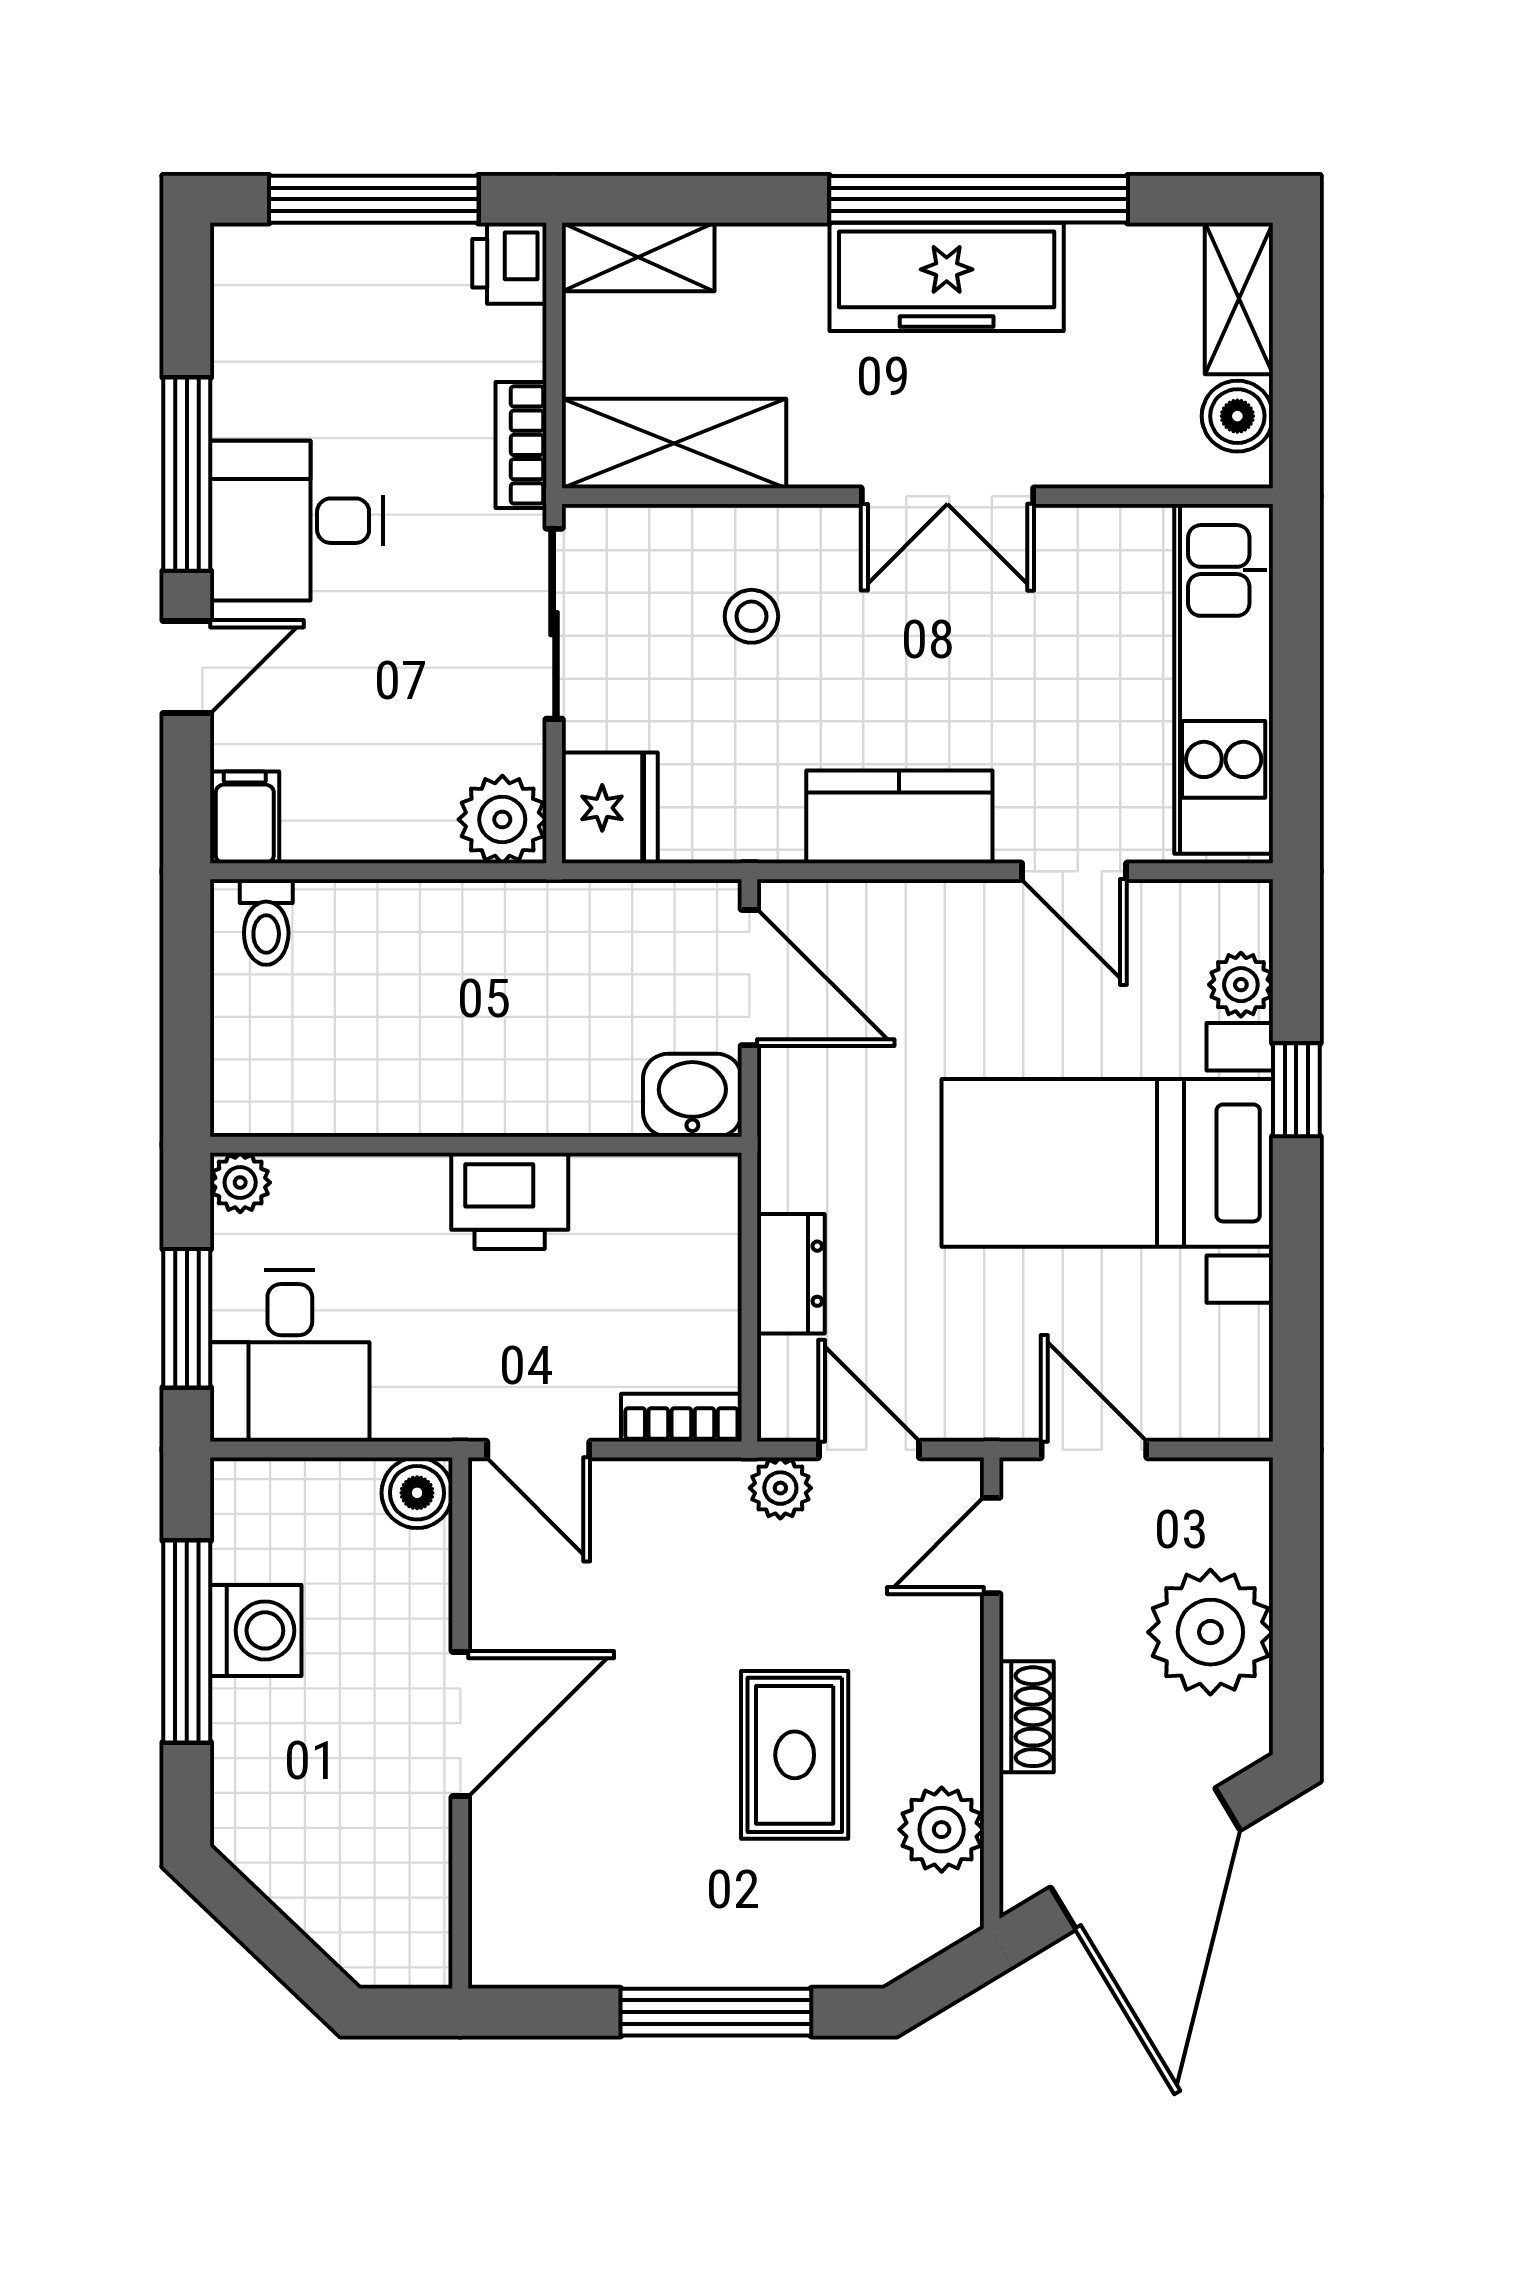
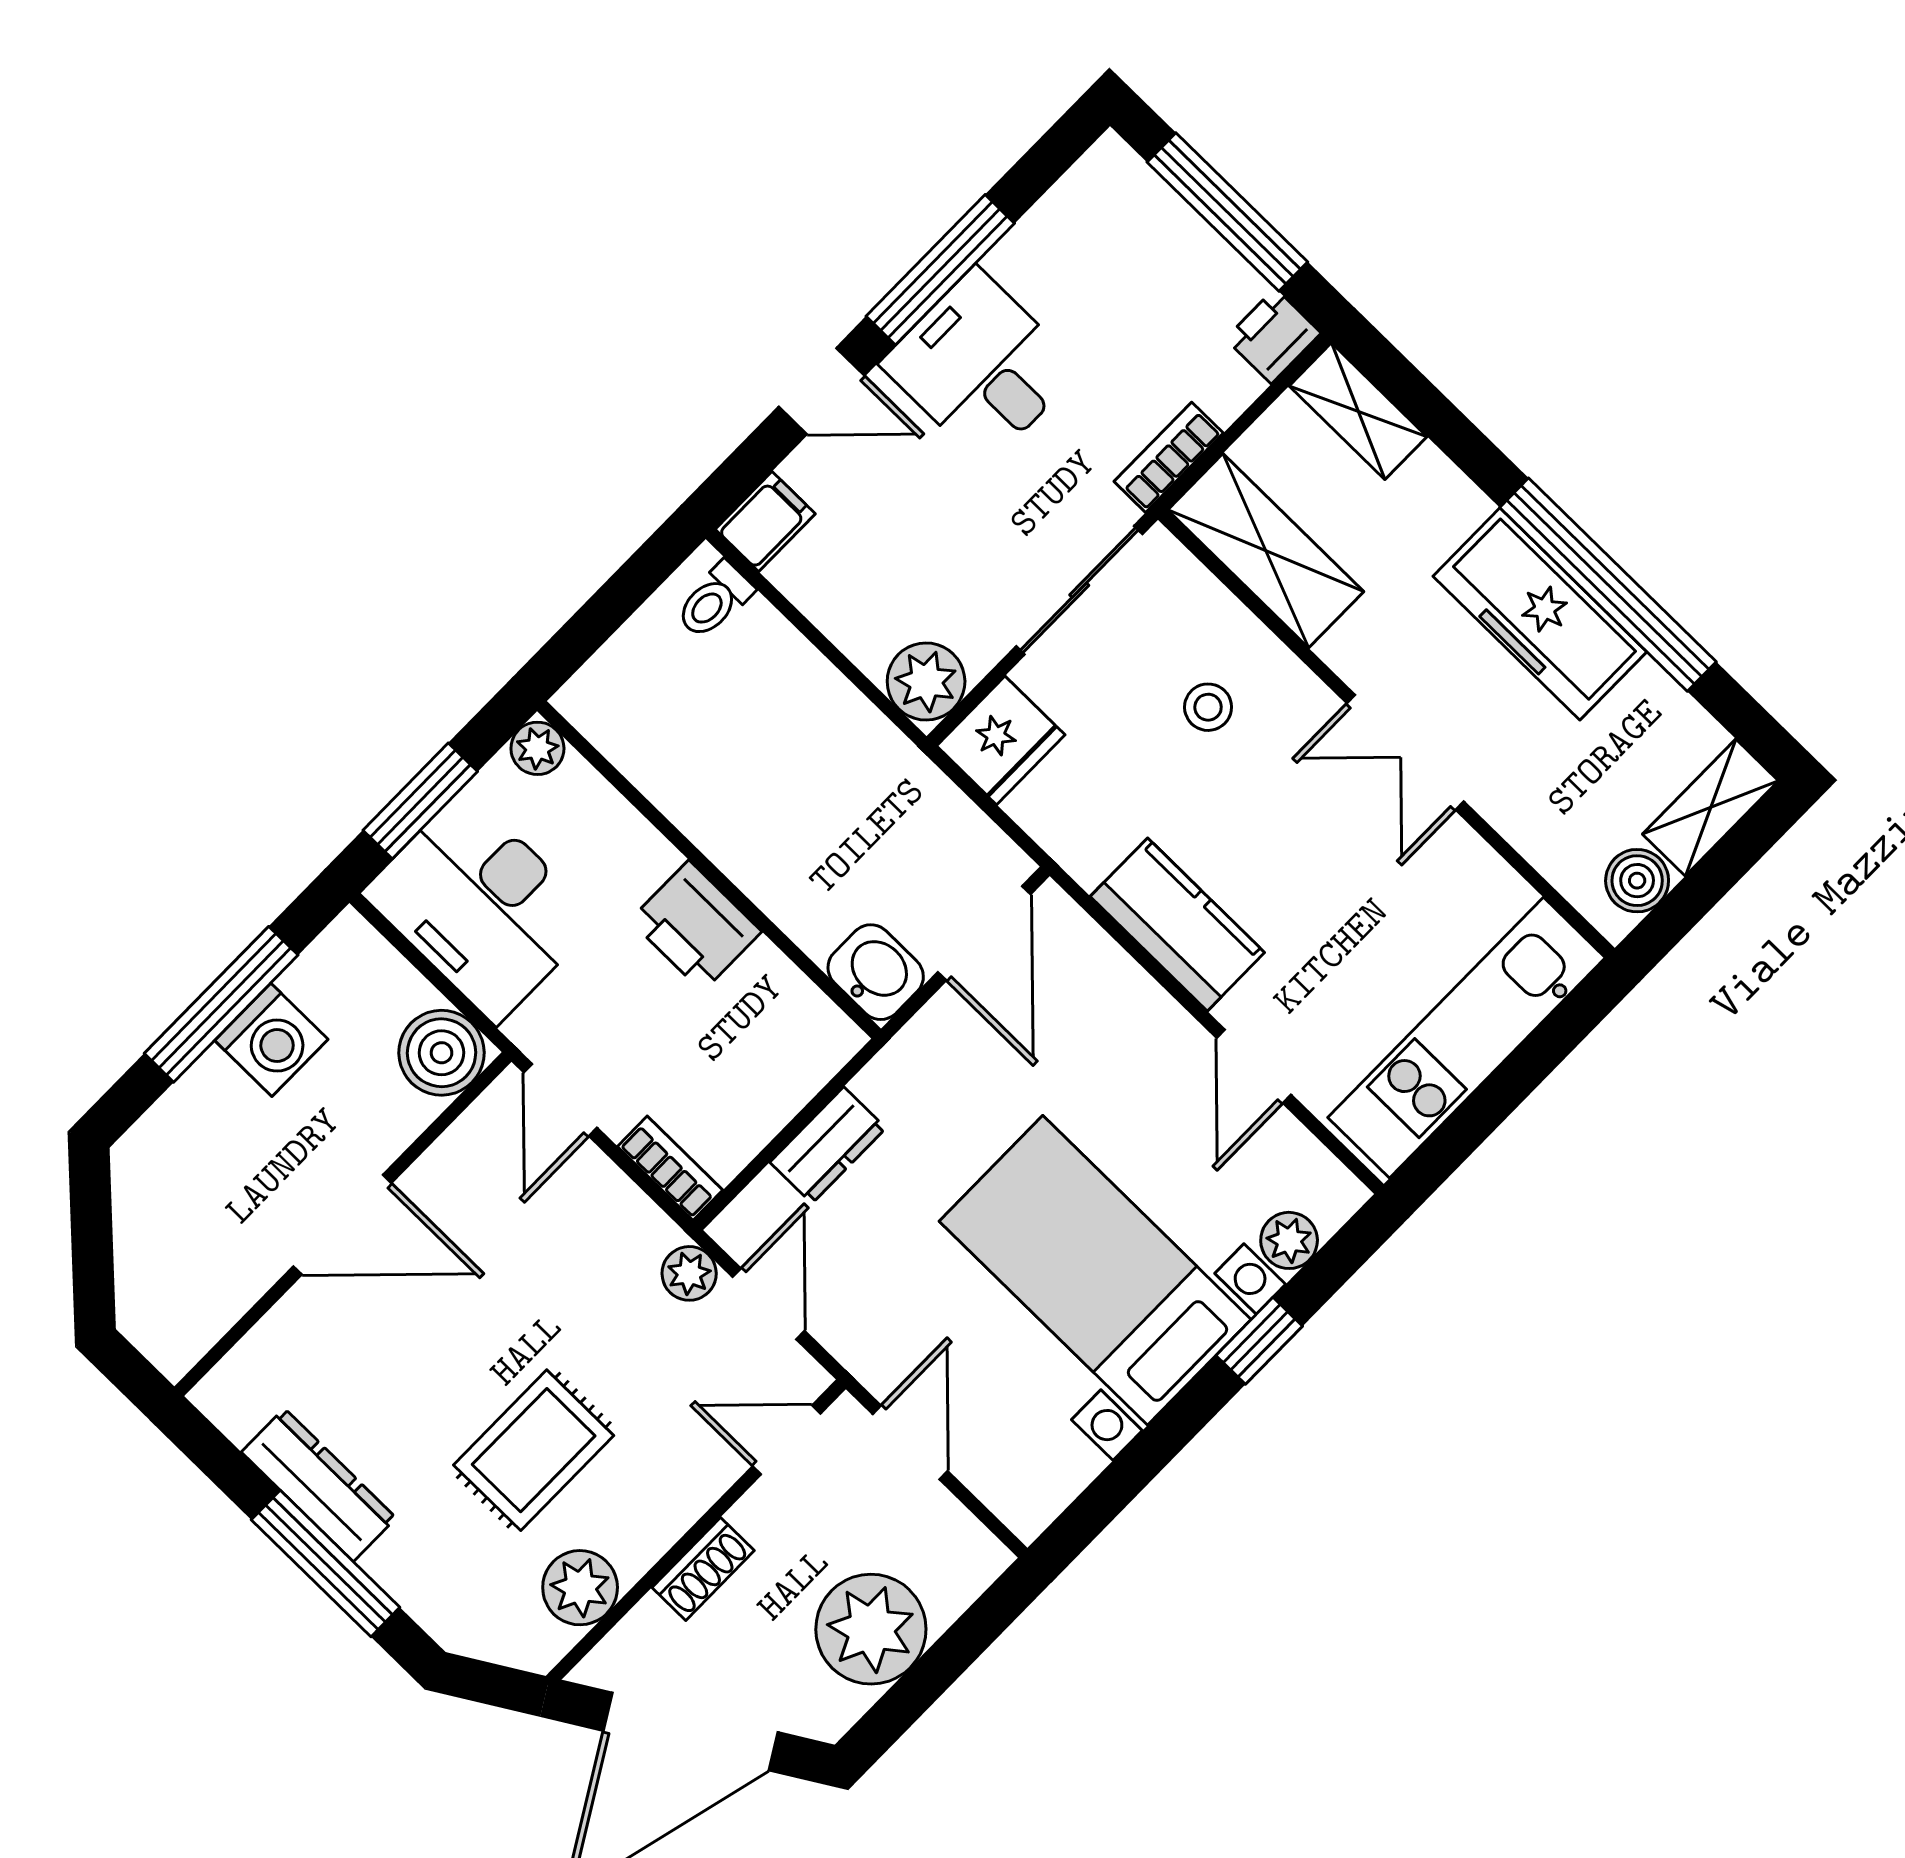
desk: (290, 1356) -> (480, 906), width x1.37
boiler: (417, 1493) -> (442, 1053), width x1.36, depth x1.36
dresser: (648, 1954) -> (319, 1485), added

